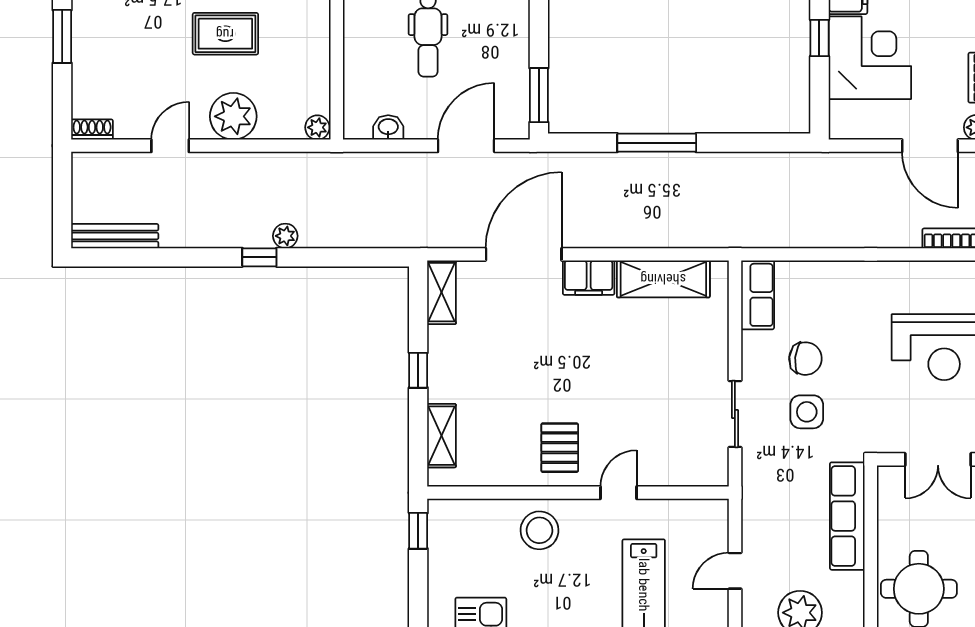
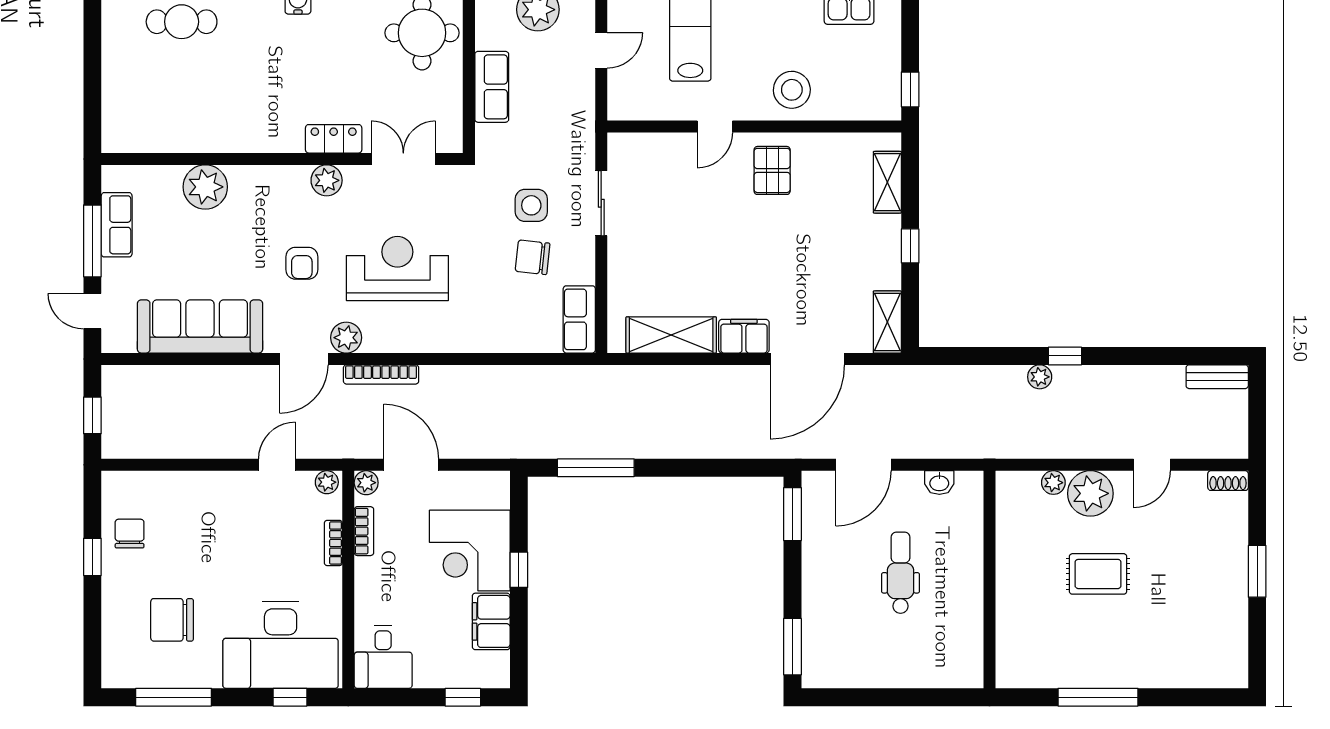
plant: (317, 127) -> (1053, 483), moved
window: (657, 143) -> (596, 468), moved
bench: (115, 236) -> (1217, 377), width x0.73
row of seats: (847, 516) -> (492, 87), width x0.68

